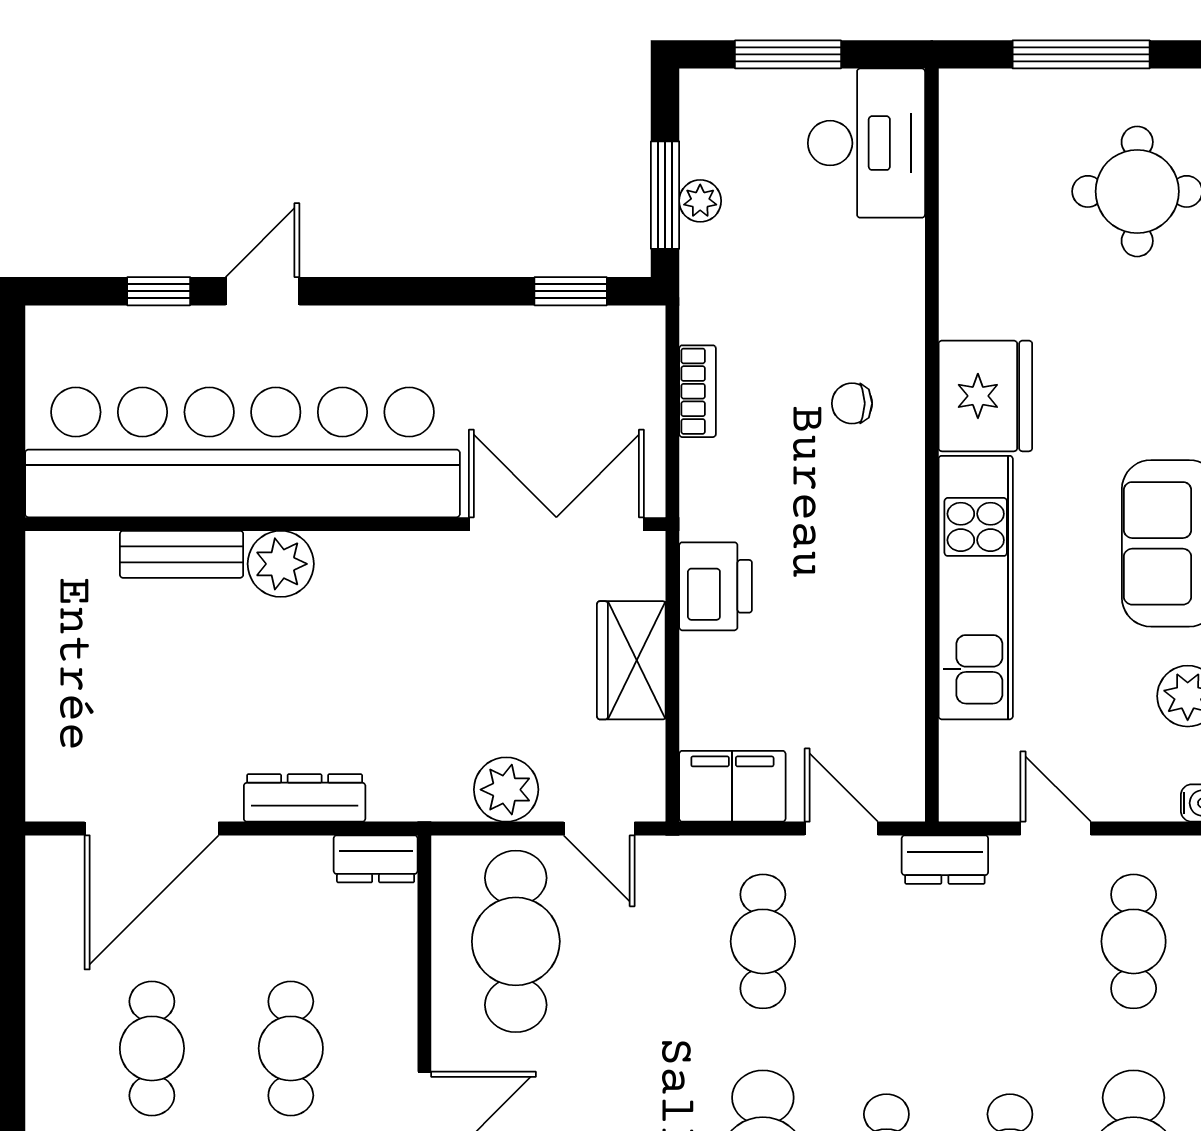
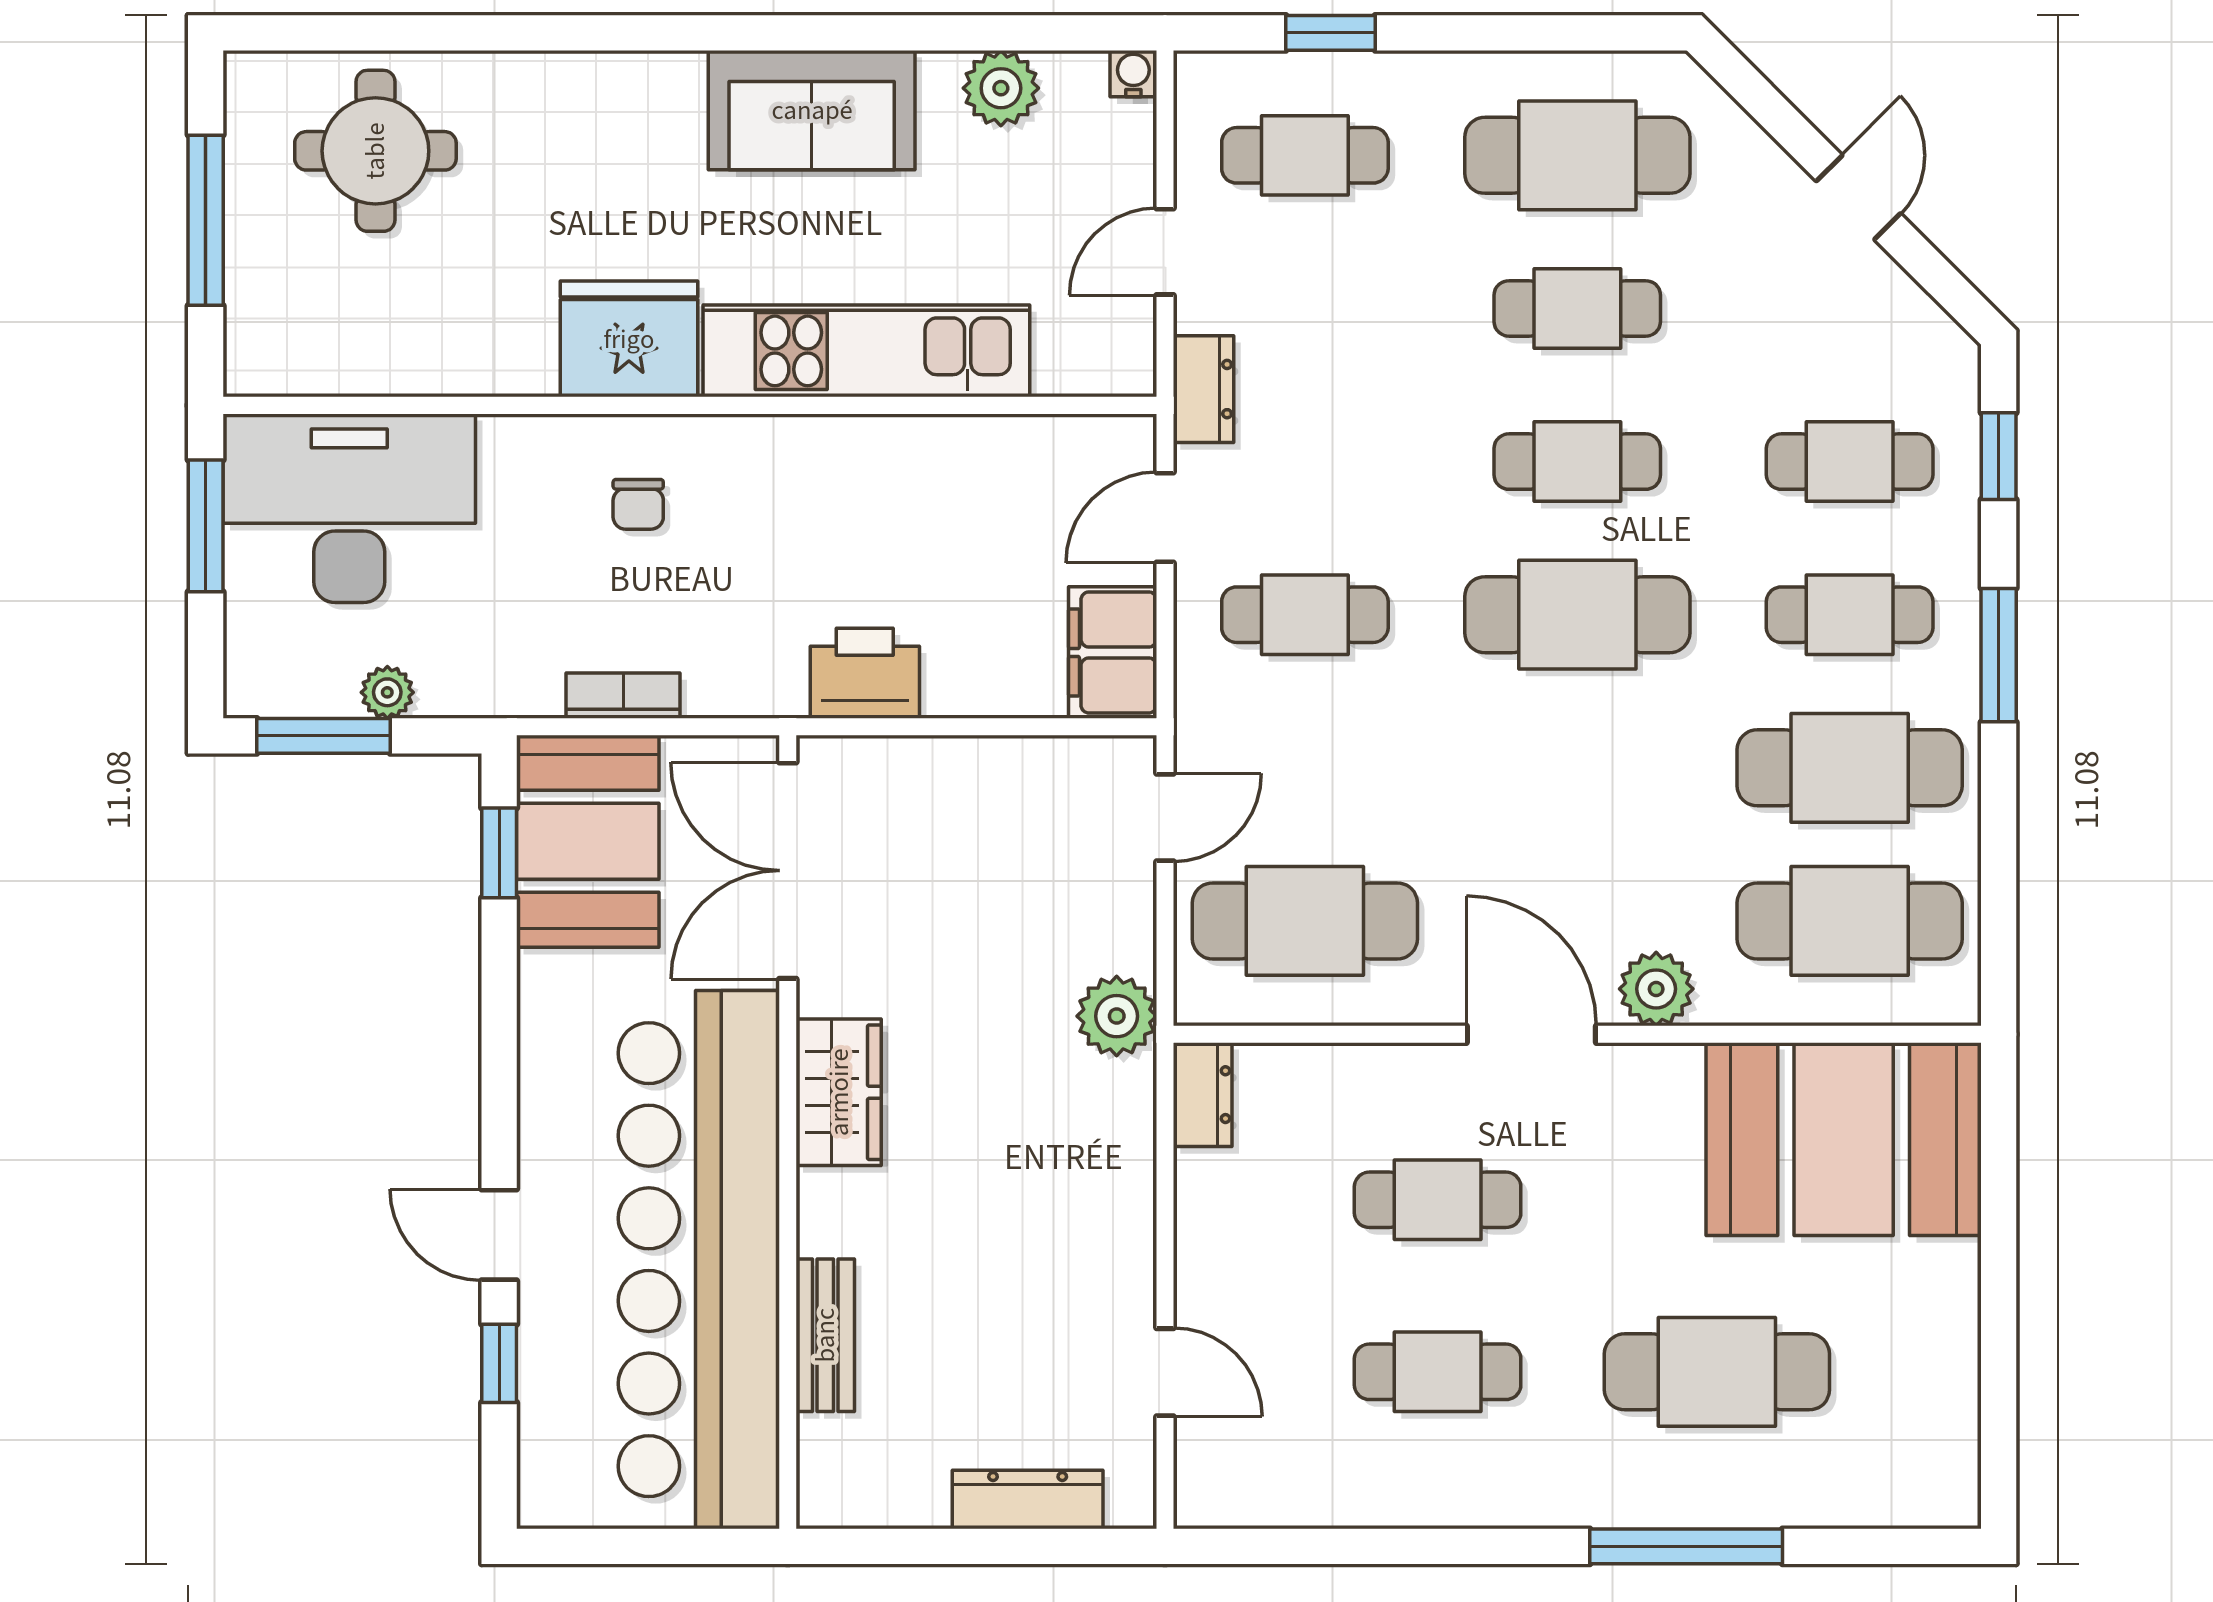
window: (788, 54) -> (206, 526), moved
desk: (866, 143) -> (349, 508), width x1.36, depth x1.30
window: (665, 195) -> (323, 736), moved
booth: (580, 363) -> (588, 841), added
plant: (281, 564) -> (837, 1212), removed
wardrobe: (631, 660) -> (839, 1092), moved, turned -90
plant: (506, 790) -> (1117, 1016), moved
dresser: (305, 798) -> (1028, 1500), moved, turned 90
door: (152, 828) -> (1165, 1372), width x0.53

